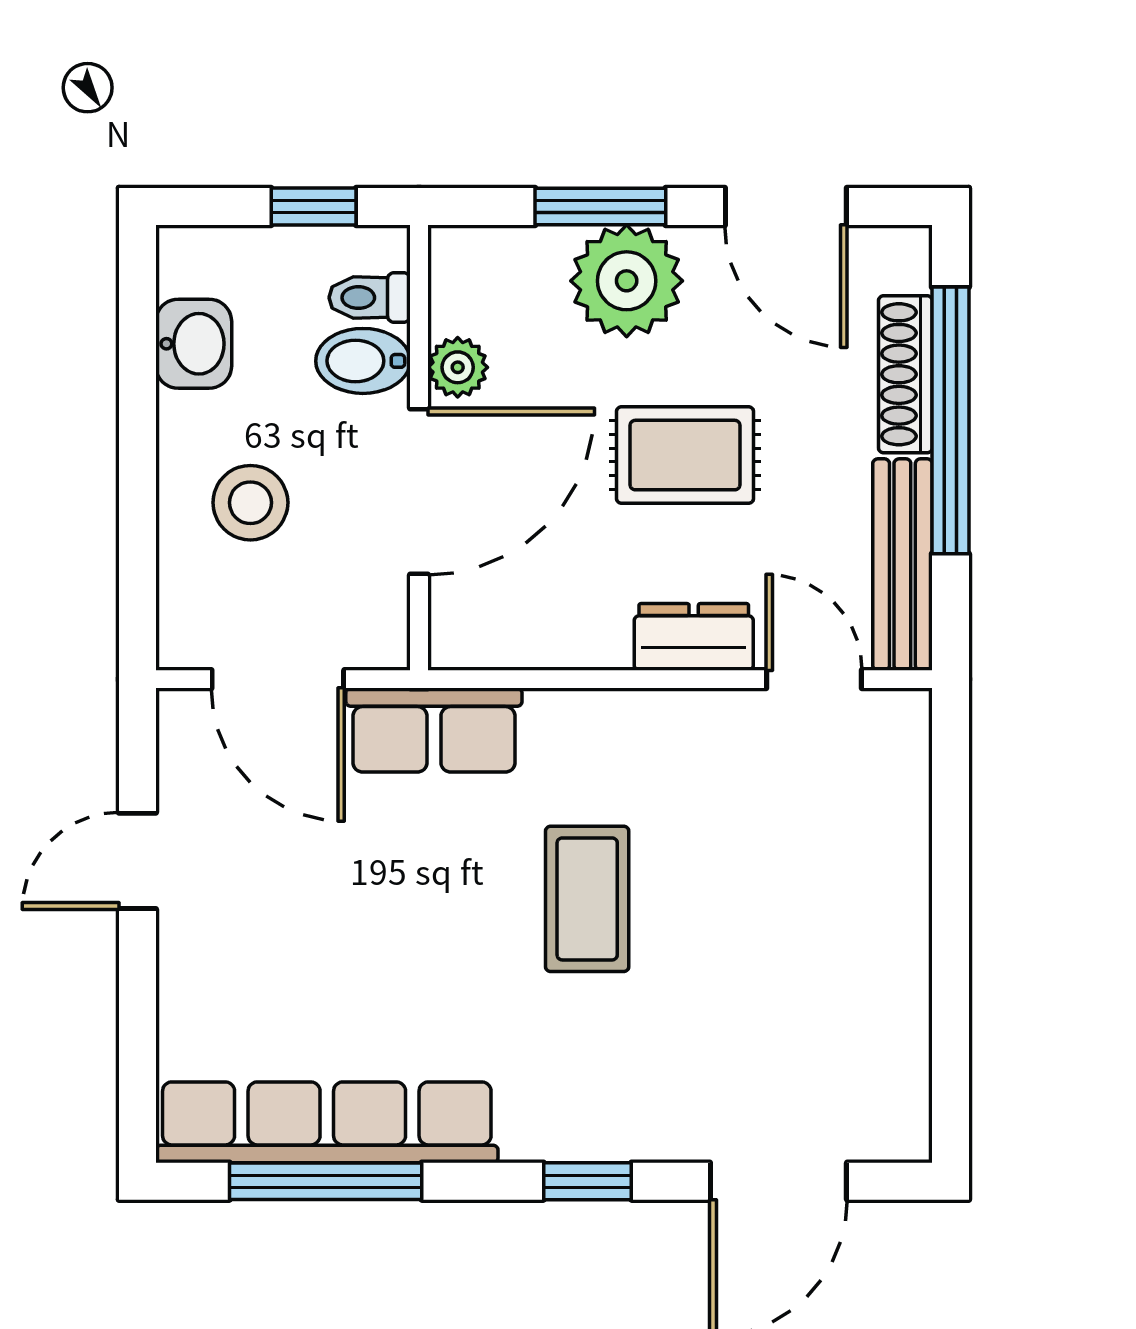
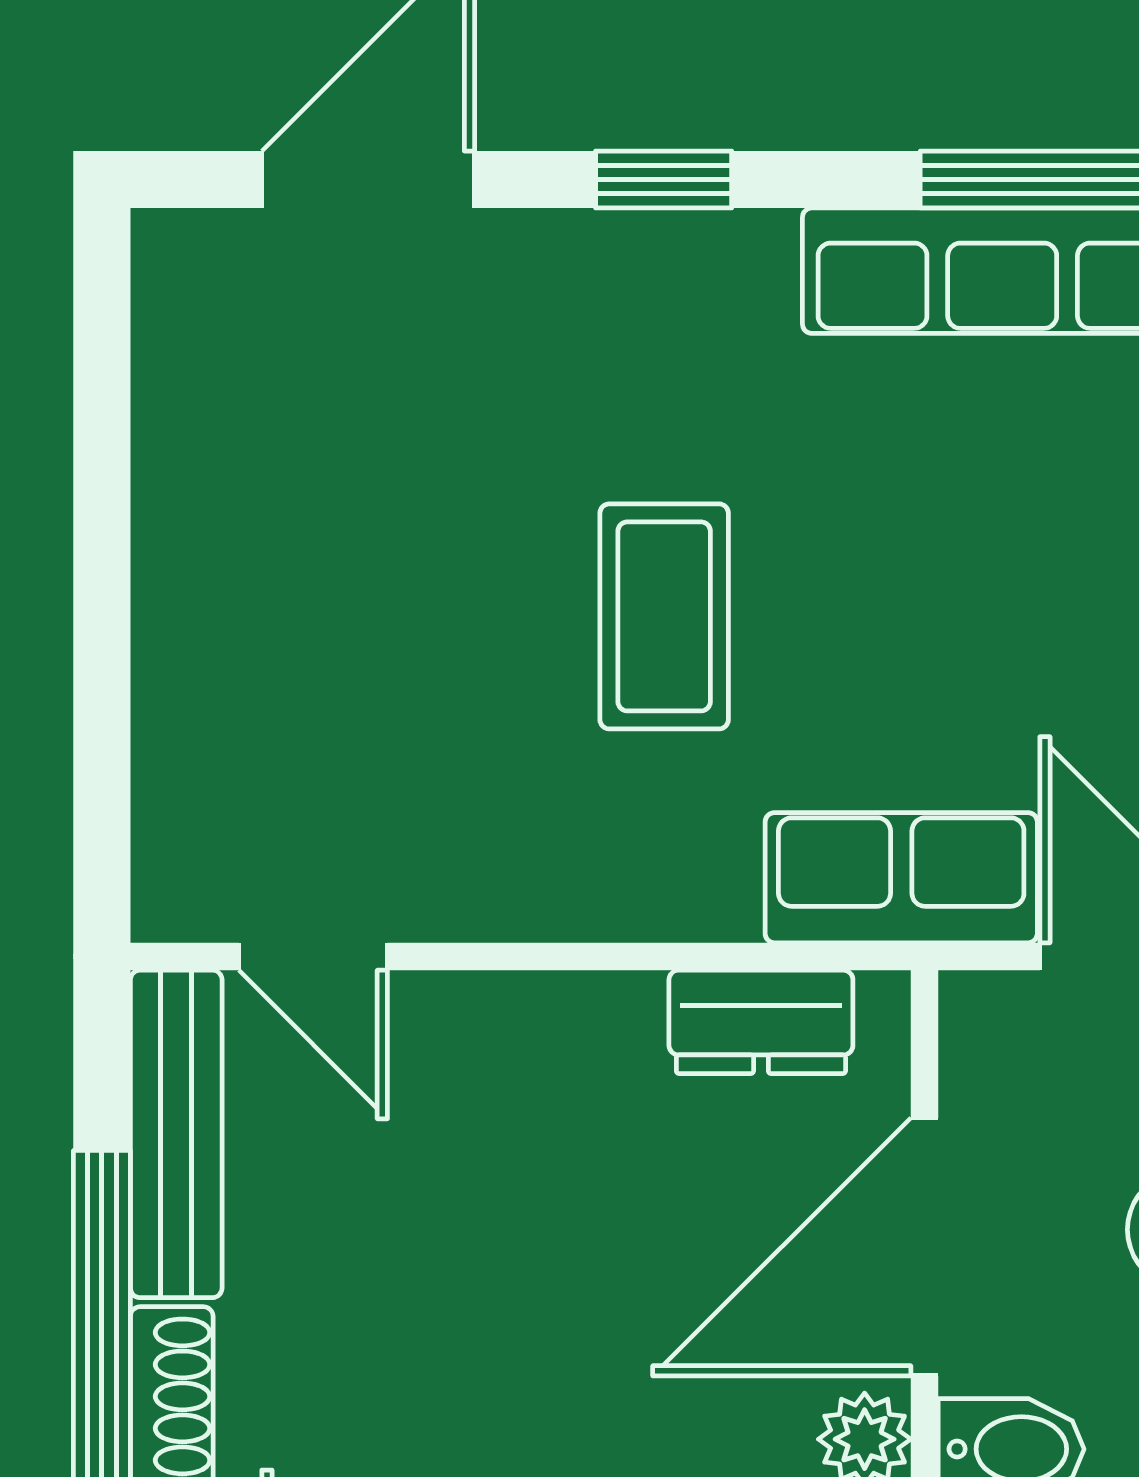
rug: (685, 455) -> (513, 1303), removed
dresser: (694, 637) -> (761, 1022), moved

